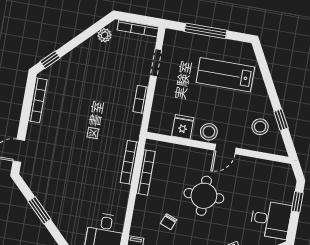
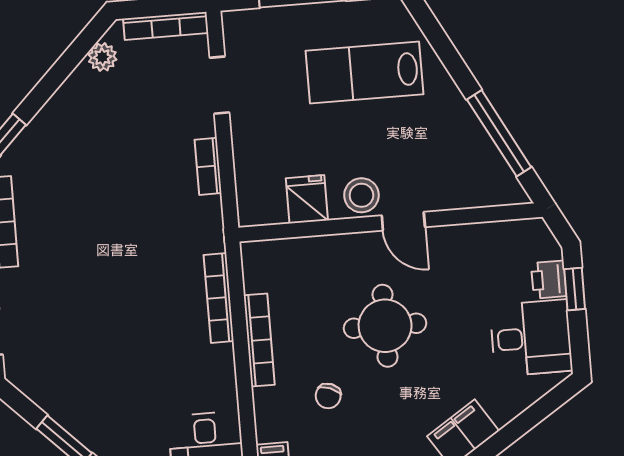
window: (281, 120) -> (499, 133), width x2.17
stool: (260, 127) -> (461, 158), removed
door: (225, 149) -> (403, 221), hinge flipped
bookcase: (146, 172) -> (259, 340), moved
printer: (286, 194) -> (549, 280), added

